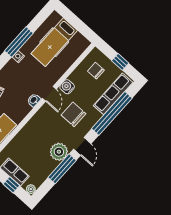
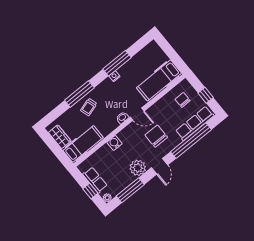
hospital bed: (54, 42) -> (159, 80), moved
water cooler: (67, 87) -> (114, 143), moved
door: (49, 94) -> (137, 114), hinge flipped
window: (62, 169) -> (130, 190), moved

